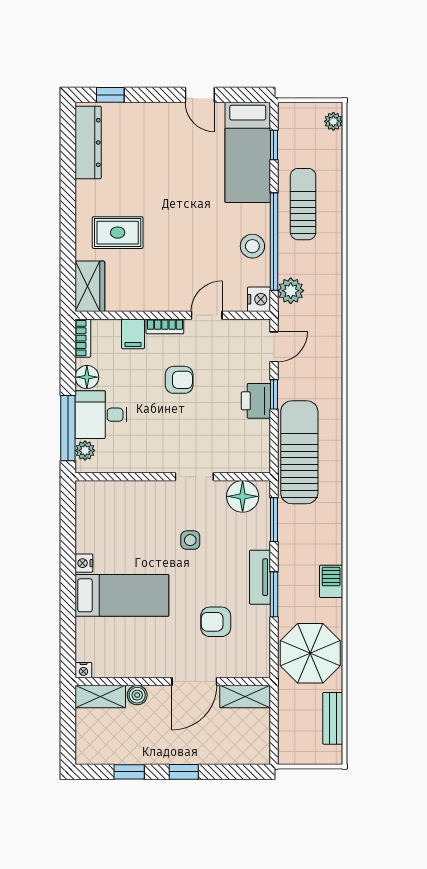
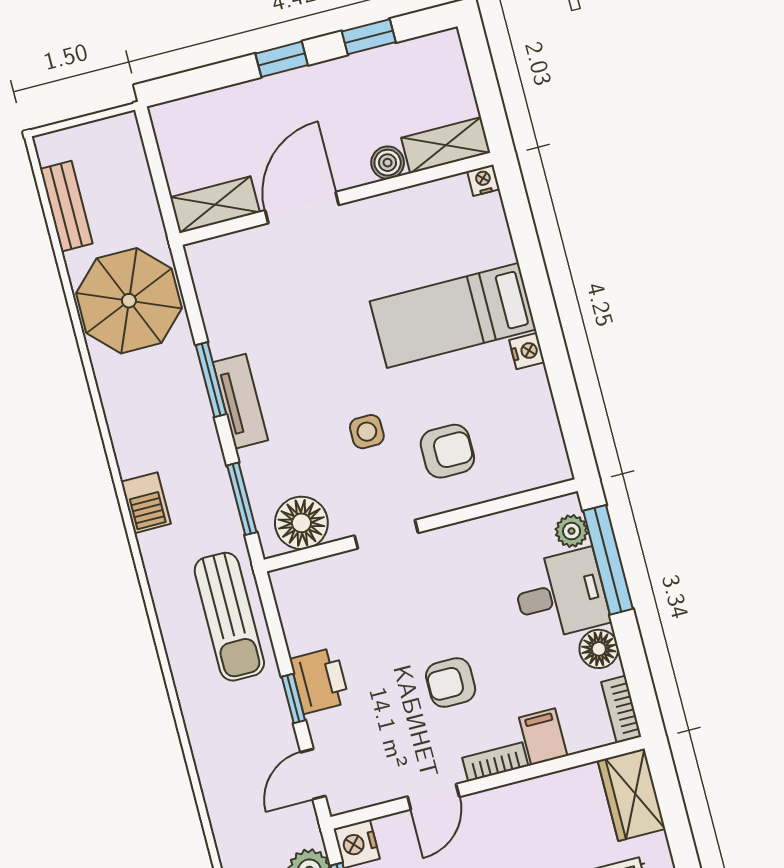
sun lounger: (299, 452) -> (229, 617), width x0.73, depth x0.75
barbecue: (331, 581) -> (146, 503), moved
armchair: (216, 622) -> (447, 451), moved

